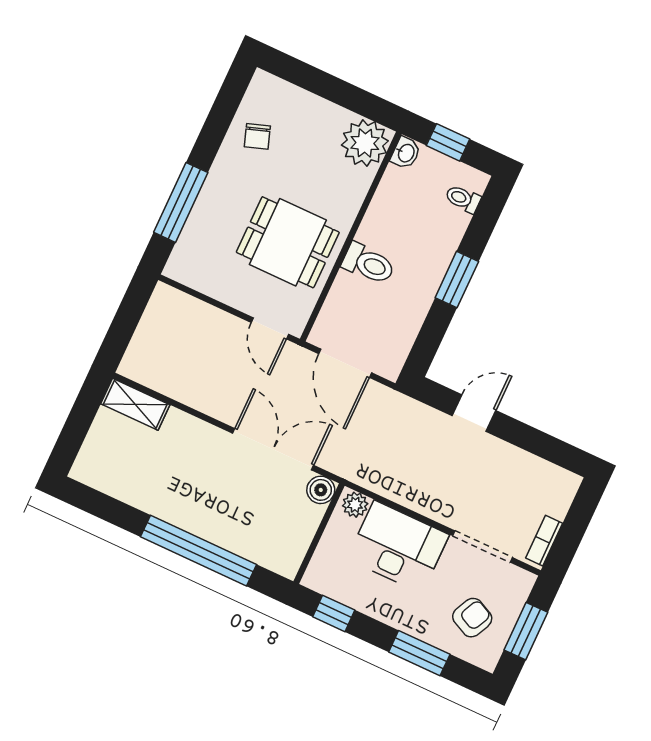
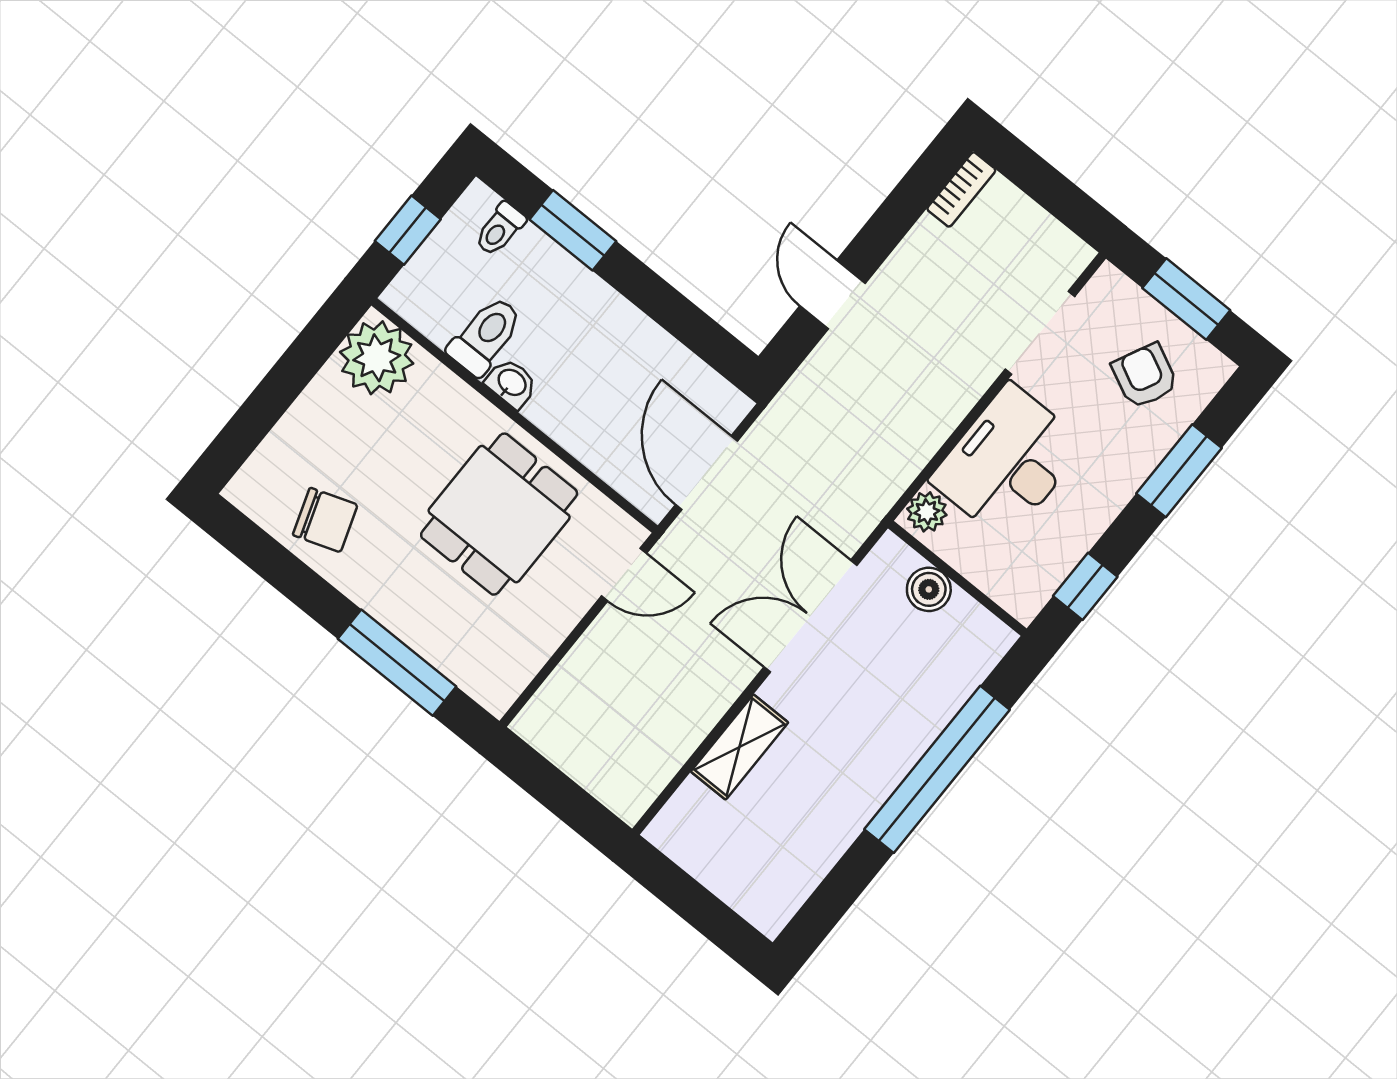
chair: (257, 136) -> (325, 520), width x1.37, depth x1.37
washbasin: (406, 153) -> (511, 383), moved
toilet: (368, 264) -> (485, 336), moved
window: (457, 280) -> (573, 230), moved
door: (345, 363) -> (706, 473), swing flipped
shelving: (135, 404) -> (740, 747), moved
boiler: (321, 490) -> (929, 589), moved
bookcase: (544, 541) -> (961, 189), moved, turned -90

